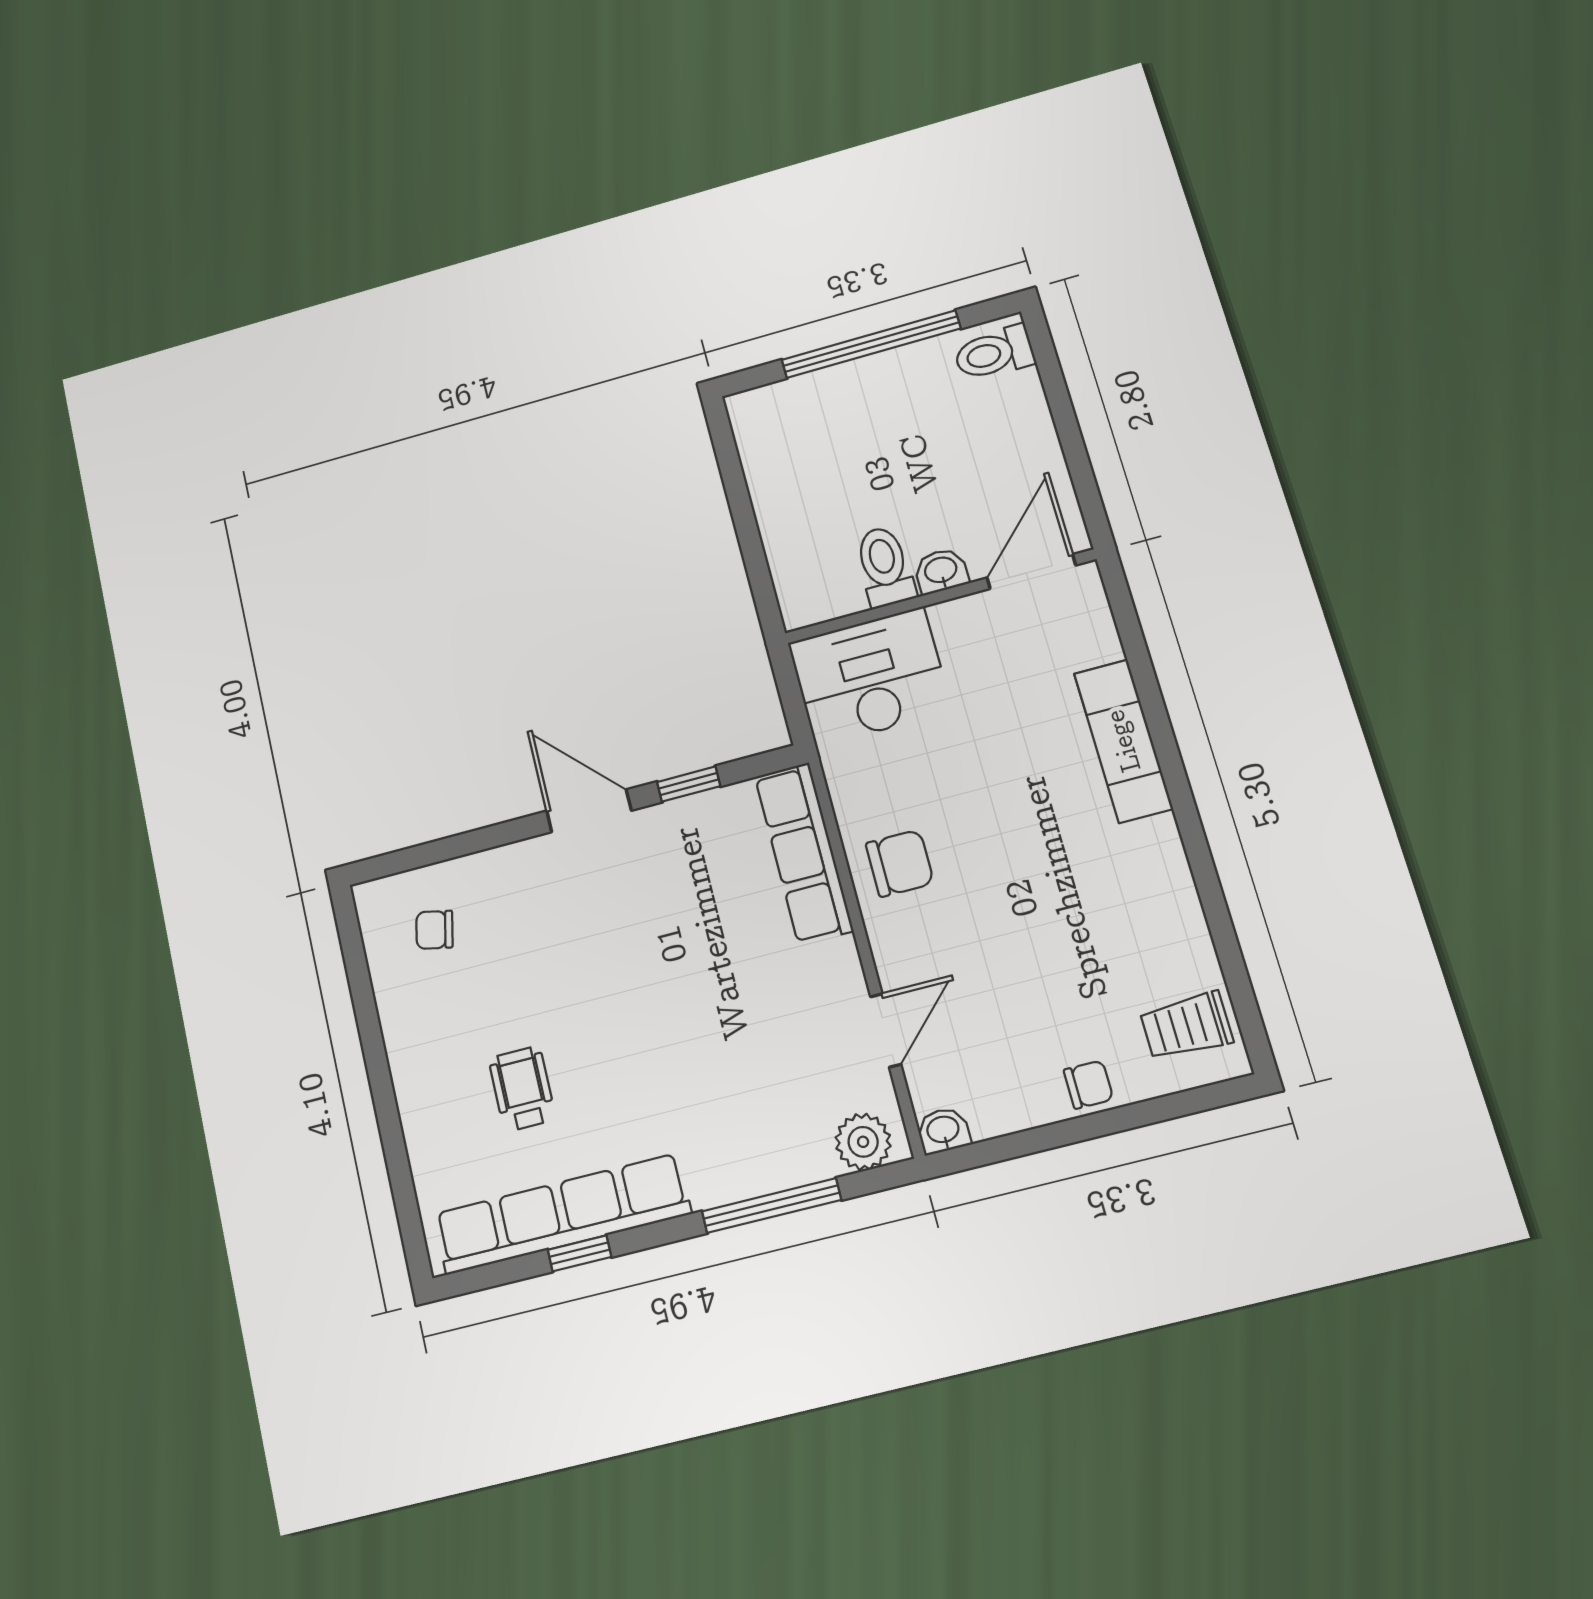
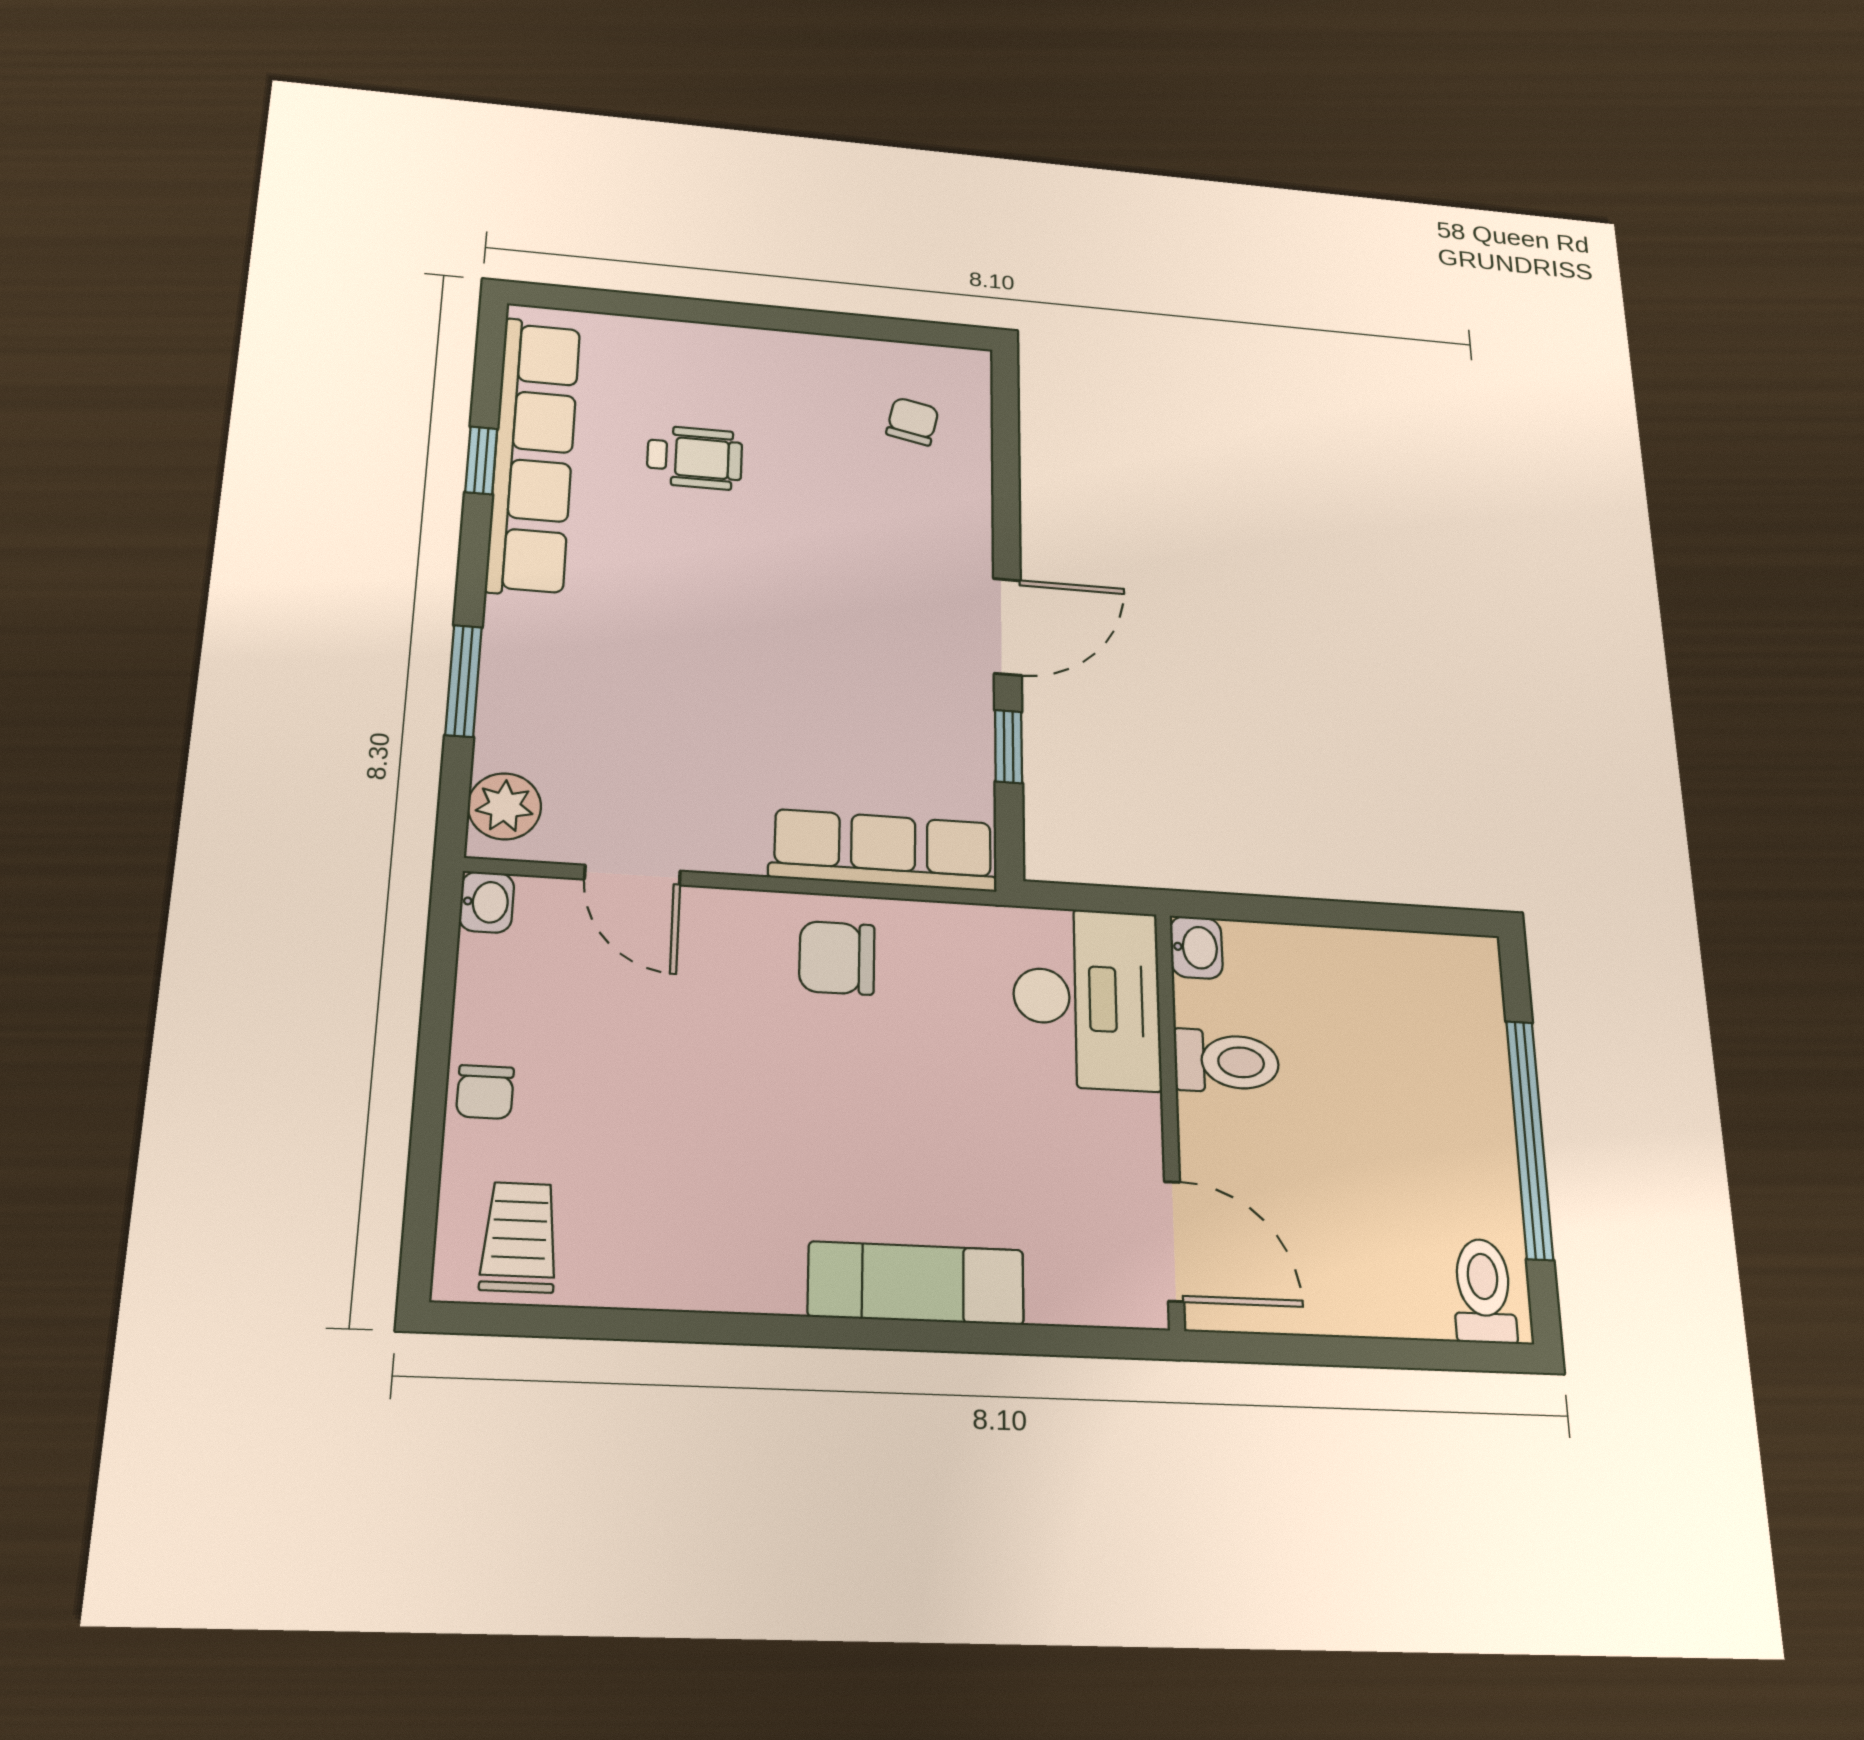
washbasin: (941, 571) -> (1196, 947), moved
chair: (900, 863) -> (837, 958), turned 90
window: (771, 1206) -> (464, 681), width x0.69

